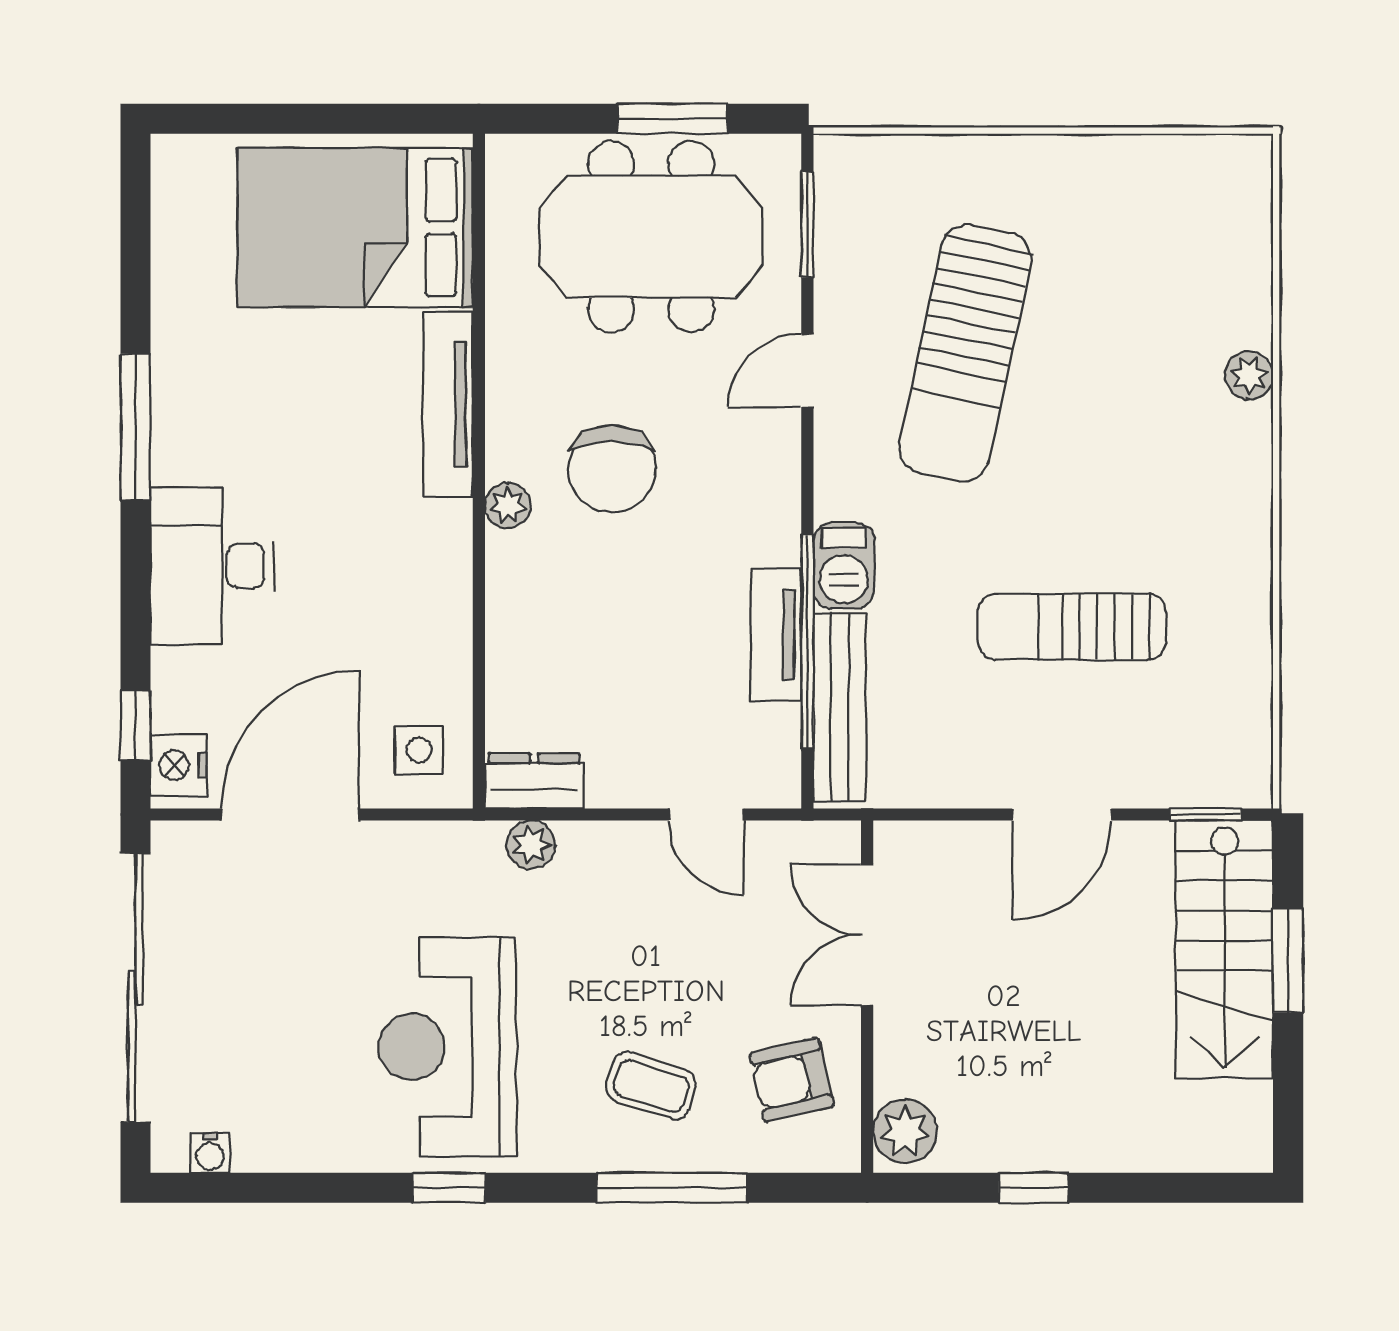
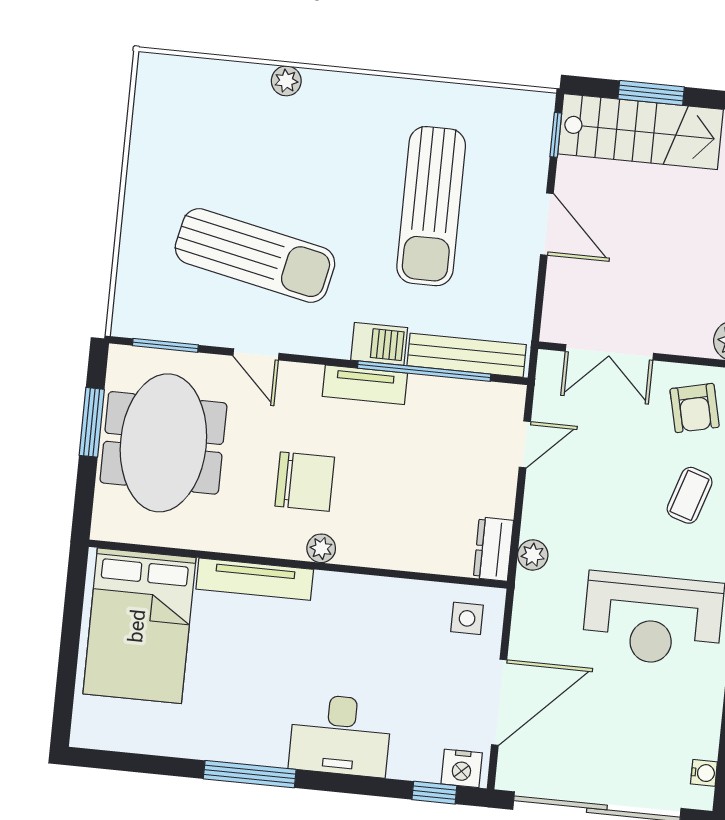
sun lounger: (1072, 627) -> (431, 206), width x1.36, depth x1.34
tv unit: (776, 634) -> (365, 385), moved
door: (290, 815) -> (499, 702), swing flipped

